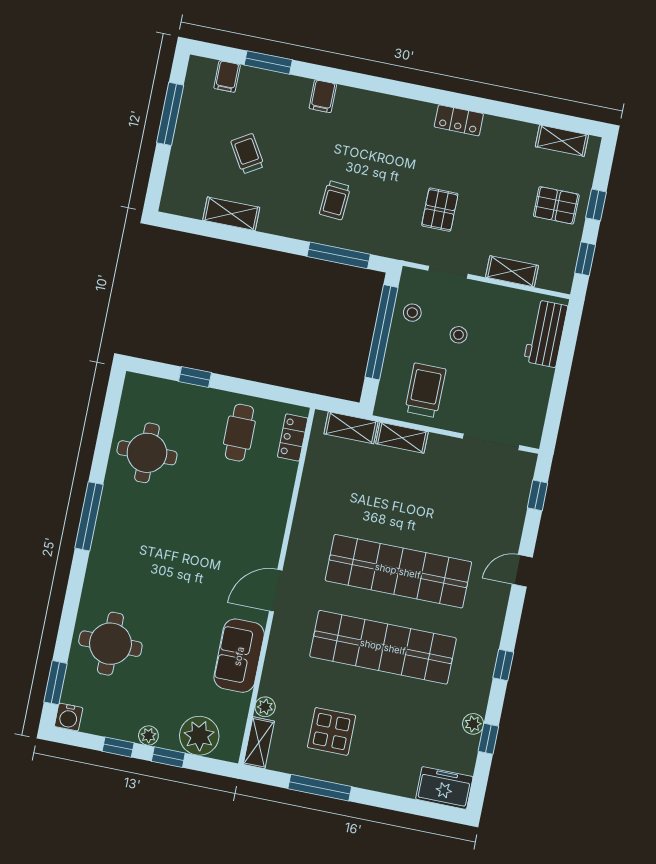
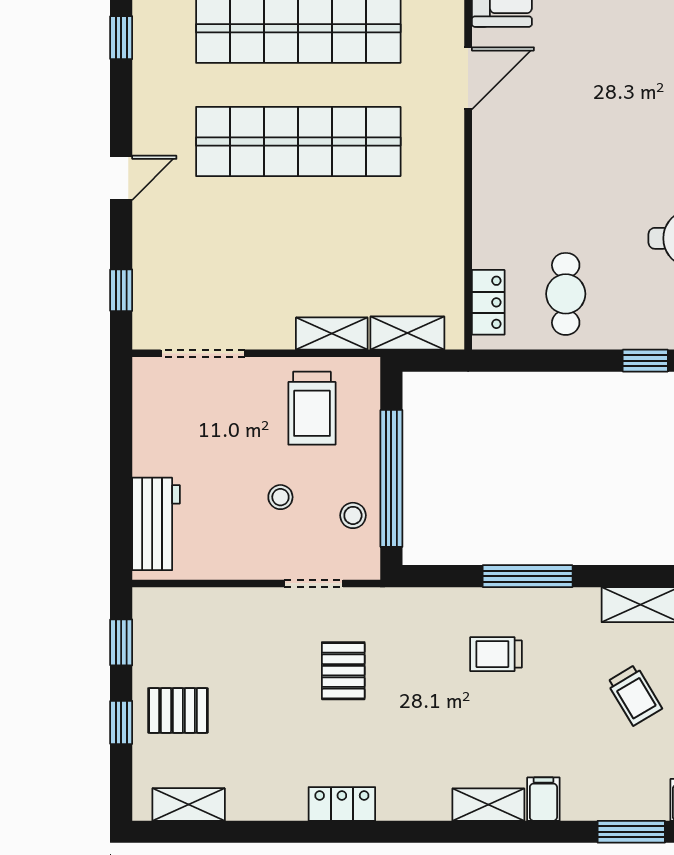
trolley: (335, 200) -> (496, 654), turned -94
window: (339, 255) -> (528, 576), moved
shelving: (512, 271) -> (488, 805), moved

